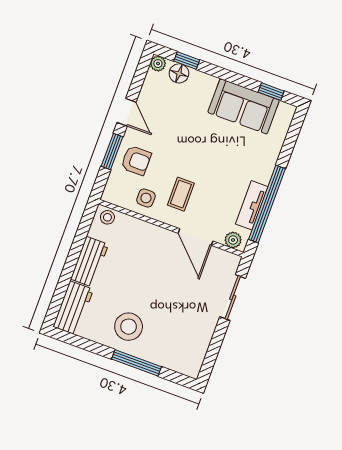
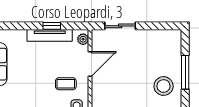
window: (267, 204) -> (52, 26), width x0.32
tv unit: (252, 205) -> (50, 35), width x1.41

